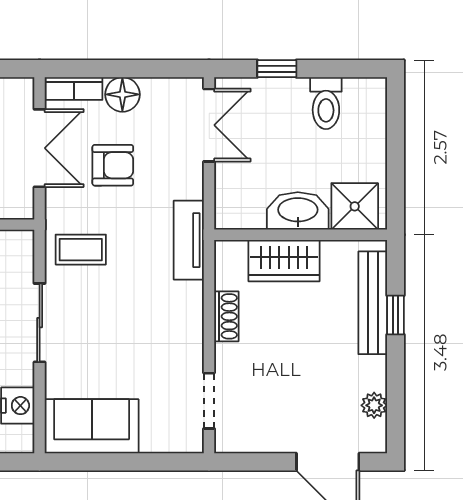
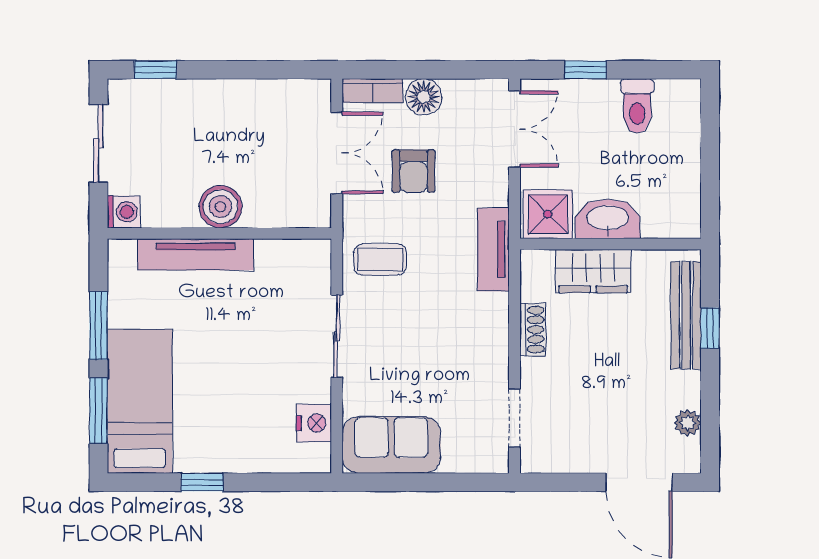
armchair: (113, 165) -> (414, 171), turned 90
shower: (355, 206) -> (548, 214), moved

